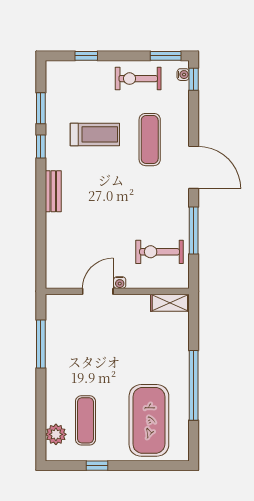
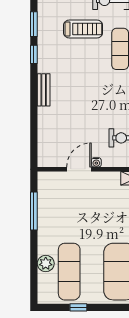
treadmill: (95, 134) -> (83, 29), moved
exercise mat: (85, 420) -> (69, 272), width x1.36, depth x1.45
plant: (56, 434) -> (46, 263), moved

